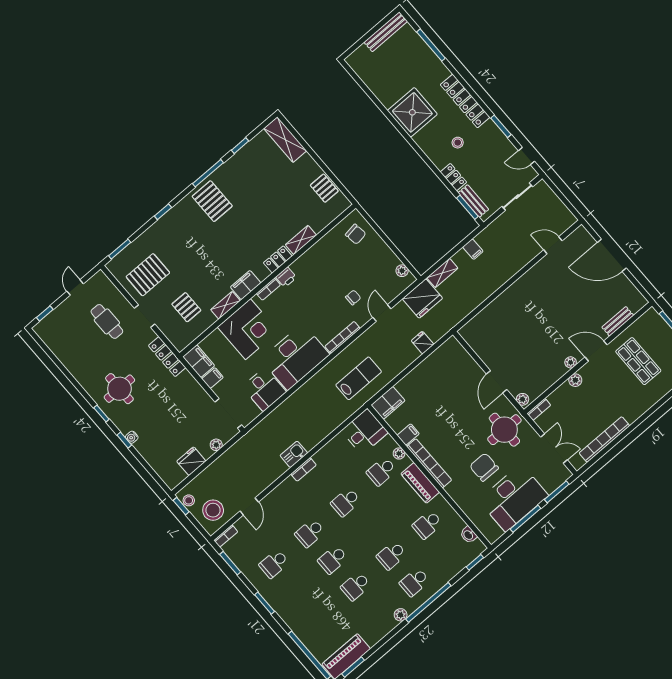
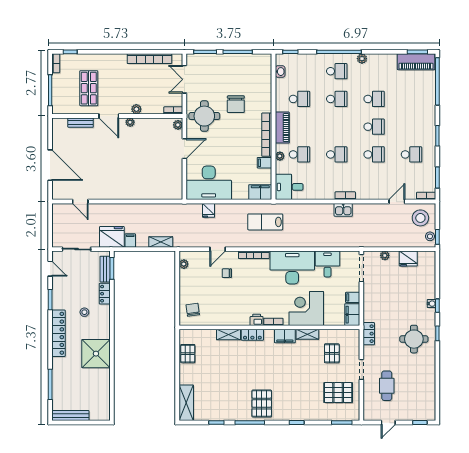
fridge: (422, 298) -> (112, 237), moved
locker: (167, 357) -> (369, 334), width x0.66
desk: (513, 498) -> (209, 183), moved, turned 180

